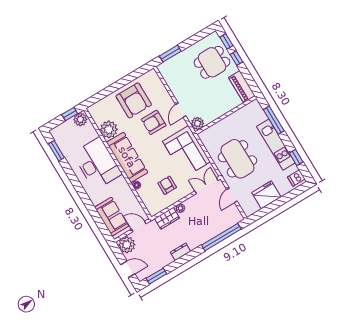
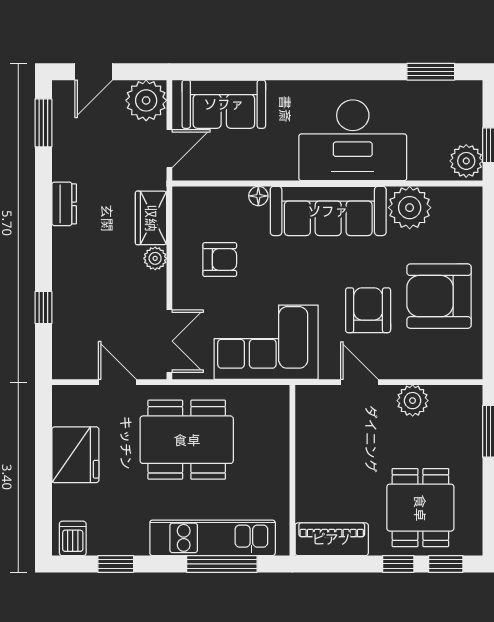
plant: (197, 123) -> (413, 401), moved
kitchen unit: (276, 145) -> (213, 538), moved
window: (221, 237) -> (43, 308), width x0.32

